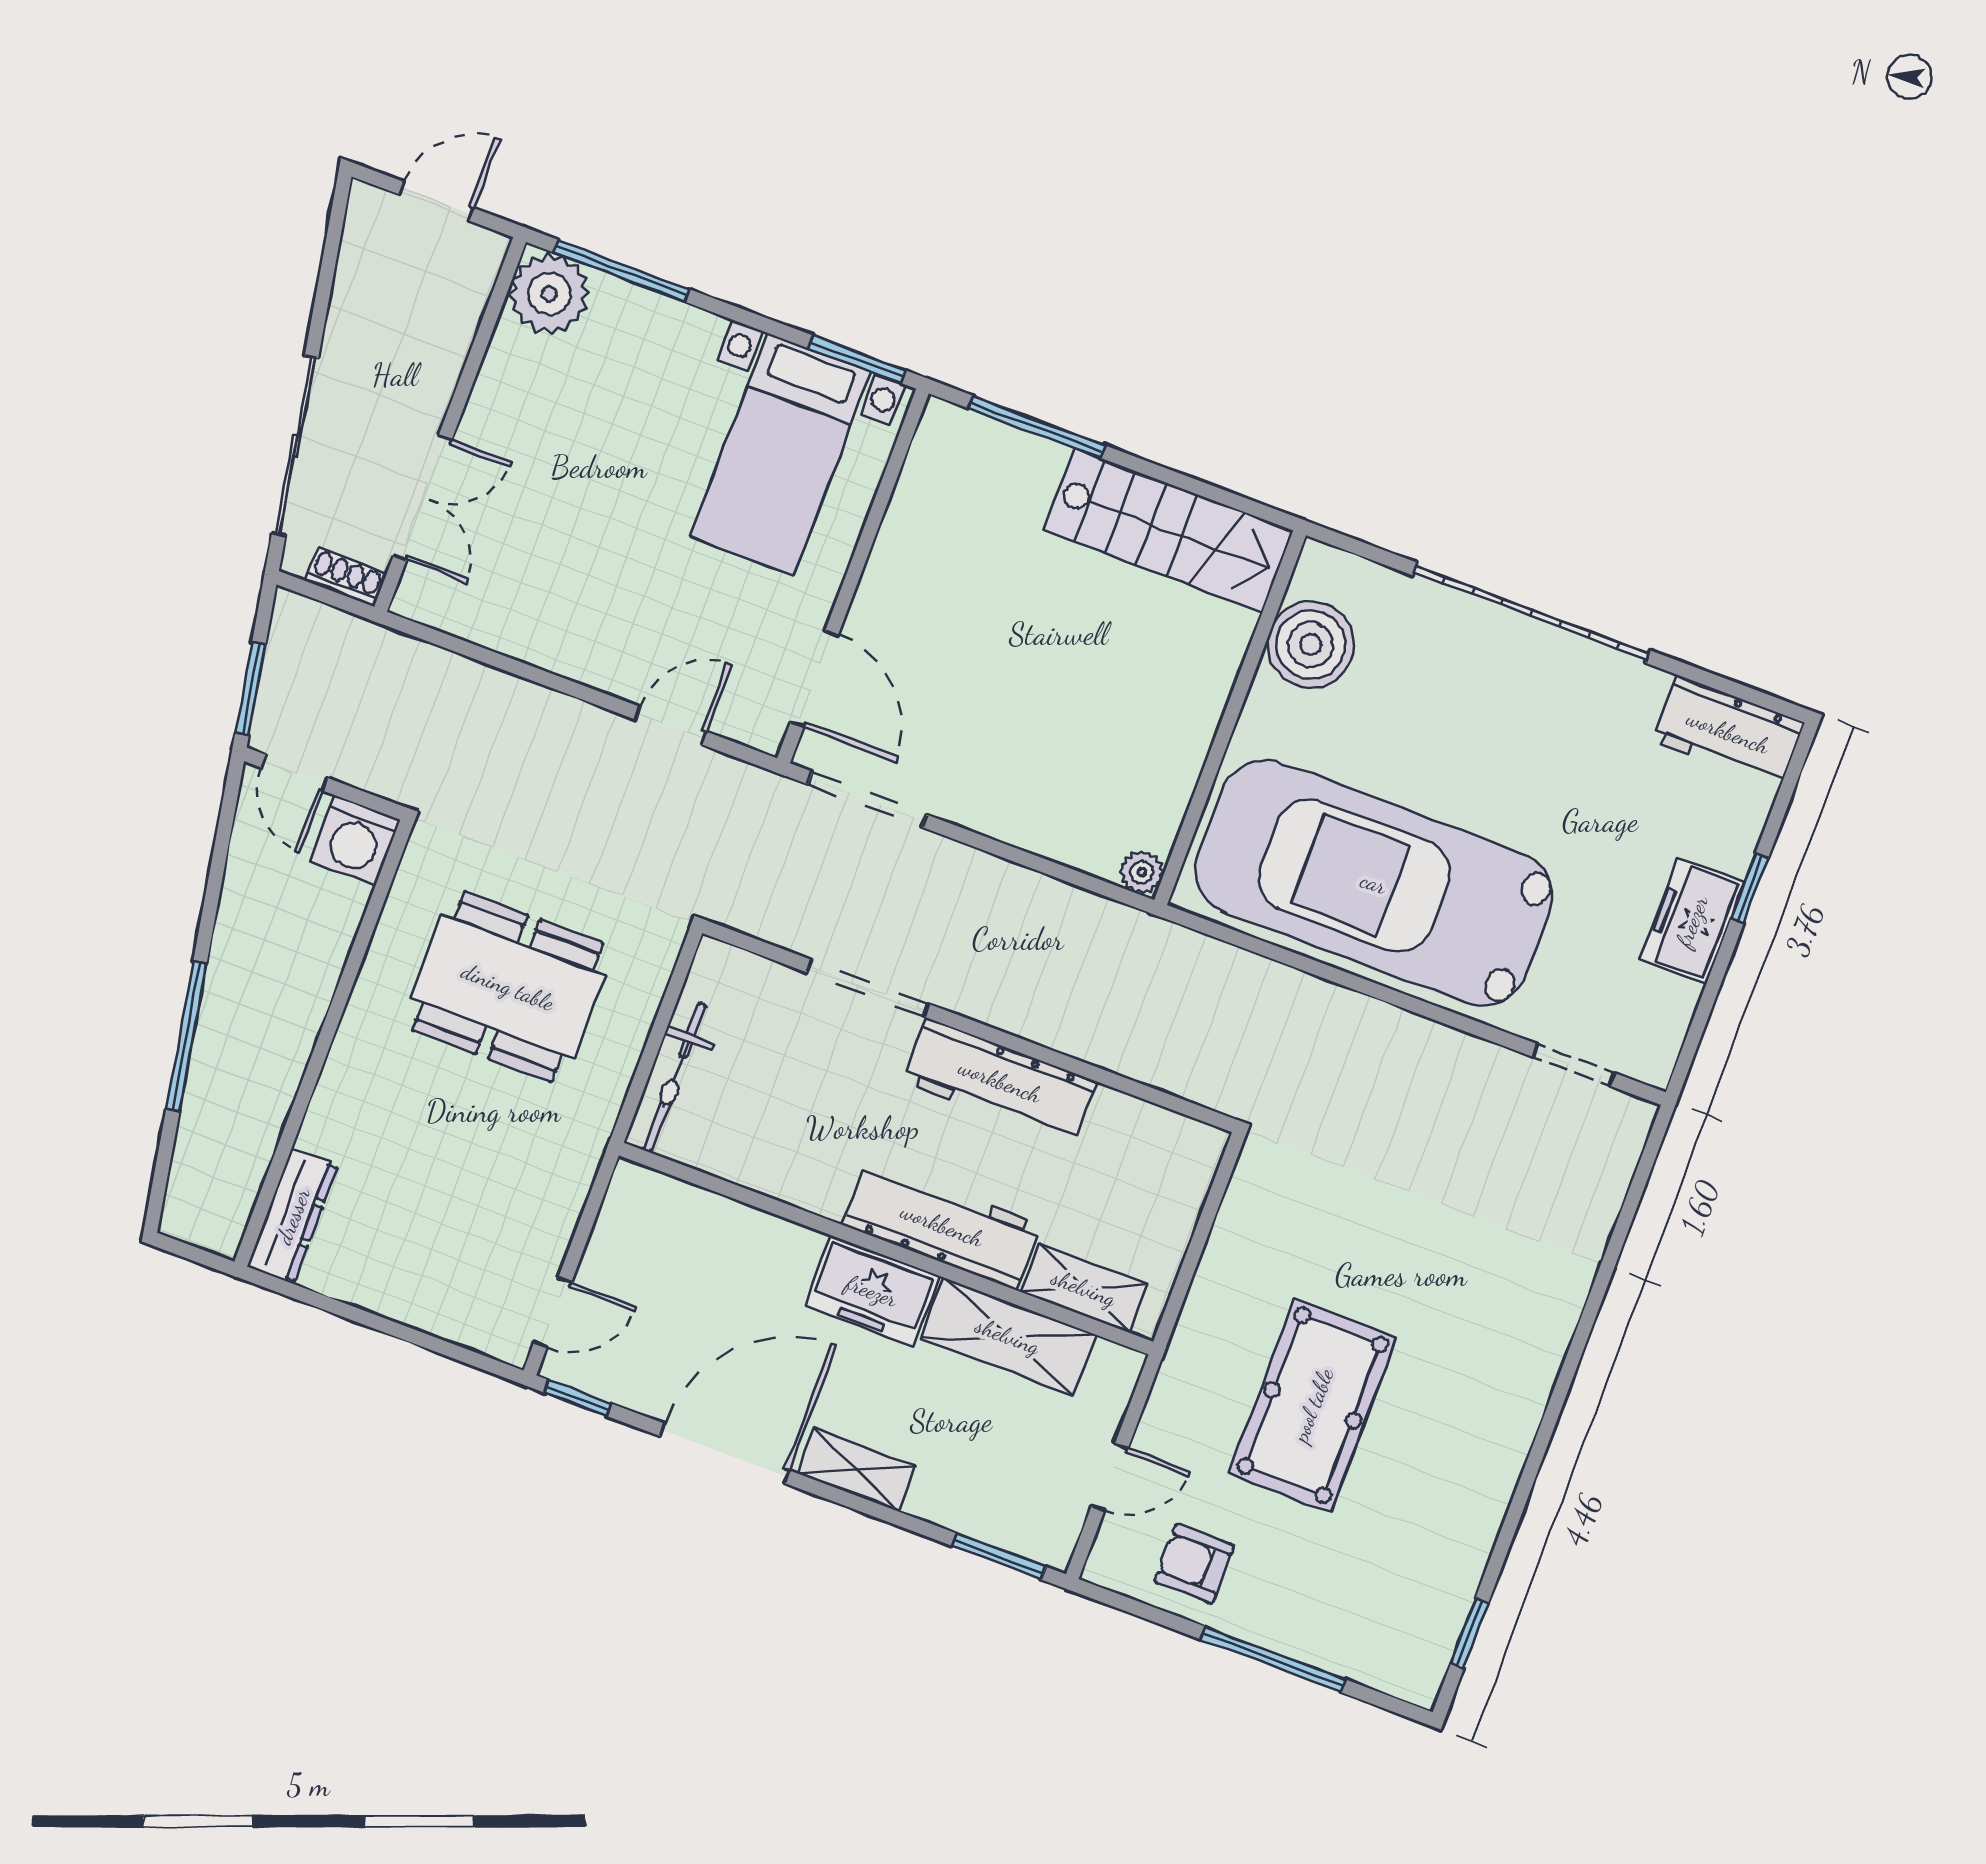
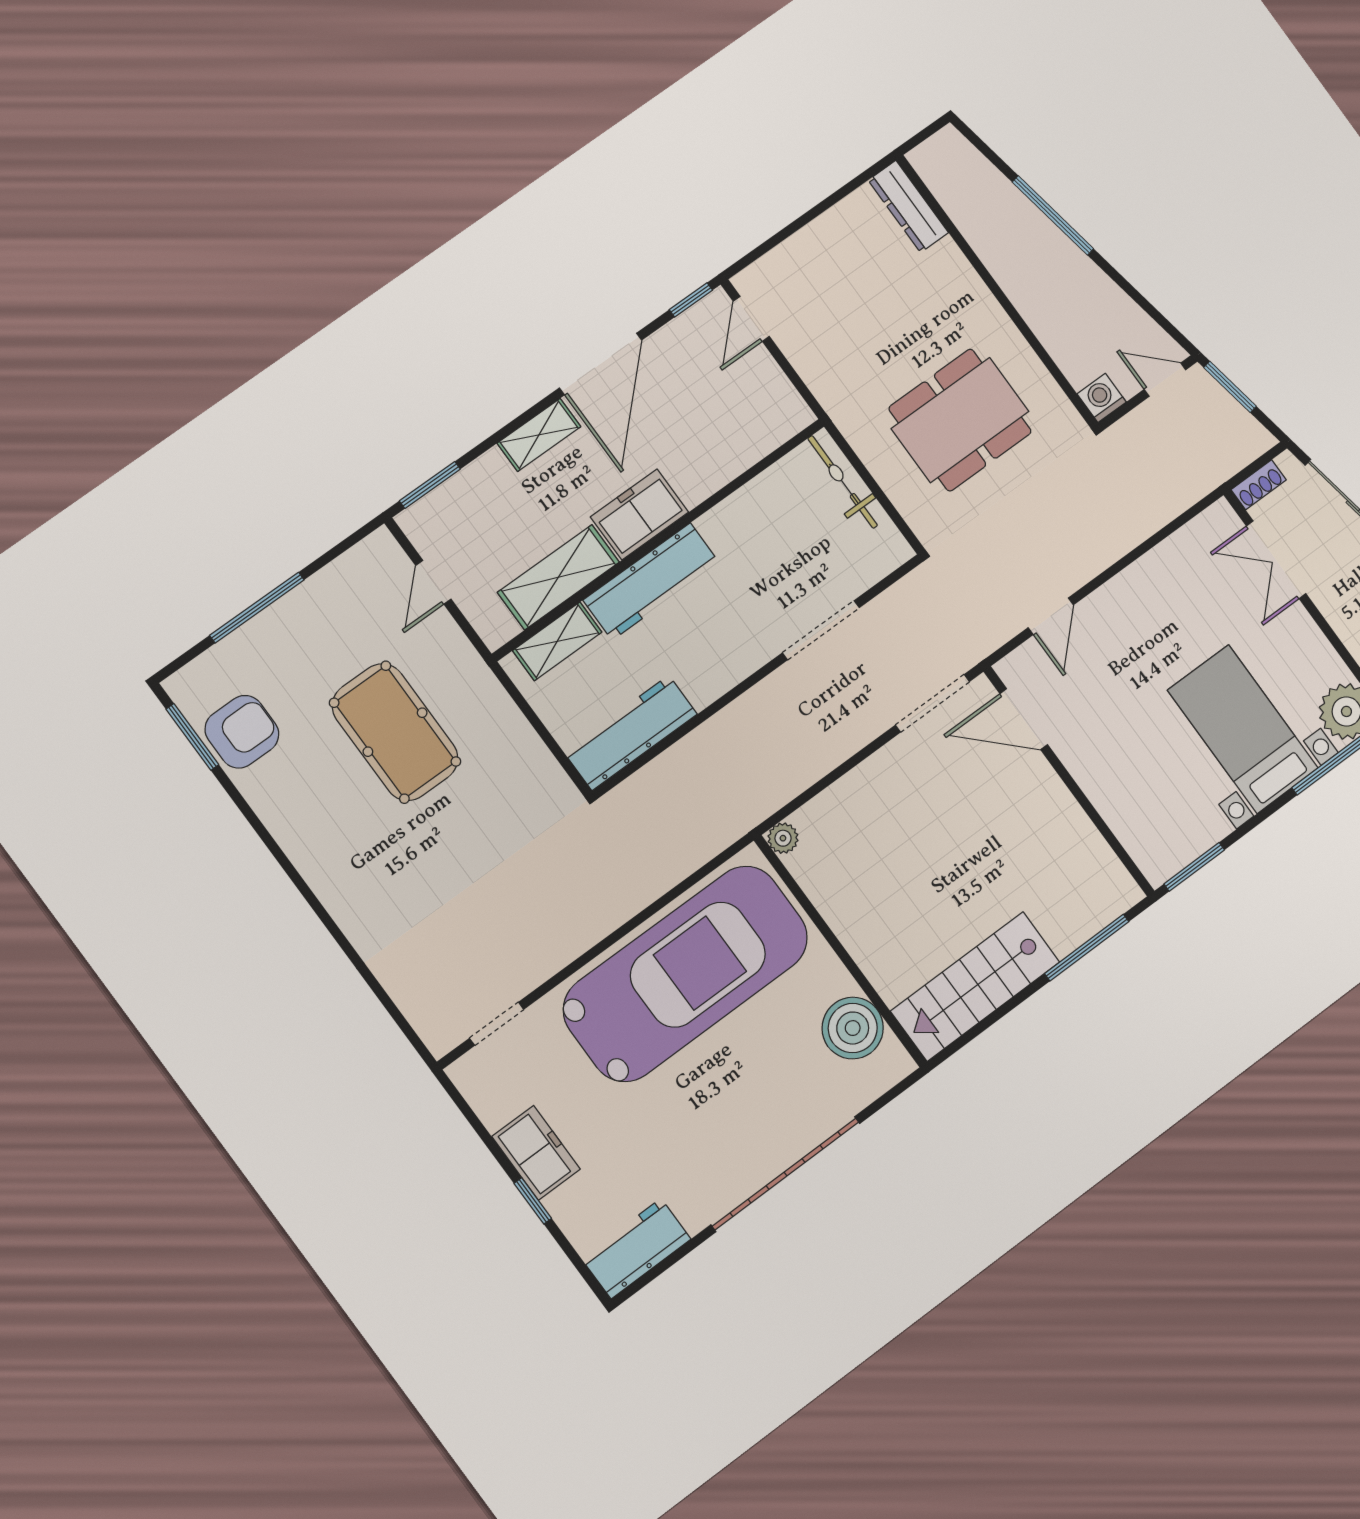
bed with nightstands: (781, 454) -> (1243, 729), moved
washing machine: (355, 840) -> (1102, 398), width x0.73, depth x0.73
workbench: (1000, 1081) -> (630, 733), moved
armchair: (1194, 1564) -> (242, 732), moved, width x1.38, depth x1.38
window: (1470, 1633) -> (192, 737), width x1.50

